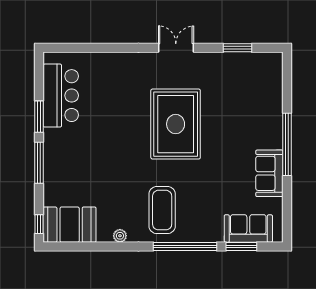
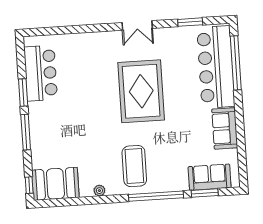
double door: (176, 48) -> (137, 25), swing flipped
bar counter: (264, 102) -> (216, 67), added
window: (287, 144) -> (236, 63), moved

